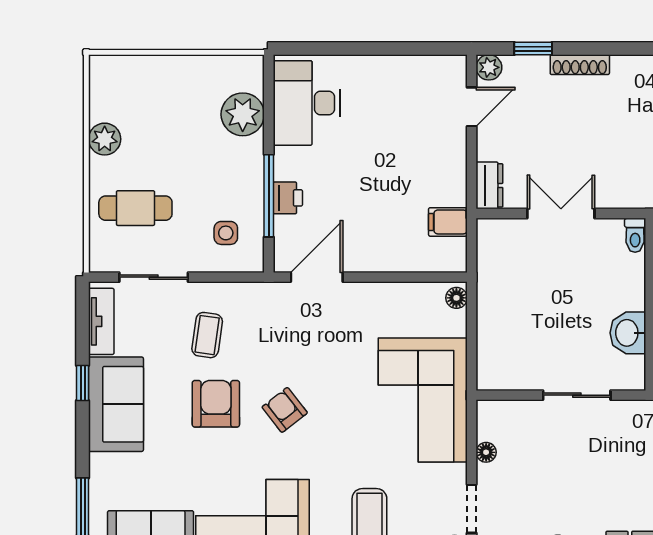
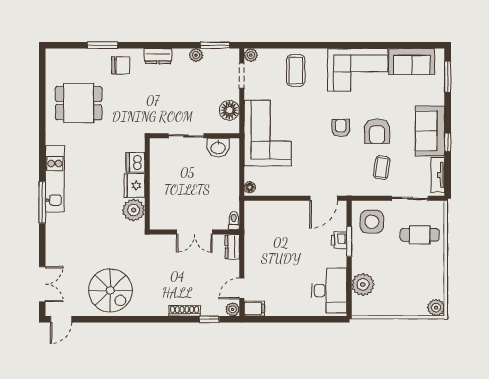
plant: (105, 139) -> (436, 308), moved
window: (269, 196) -> (349, 241), width x0.69
filing cabinet: (448, 222) -> (254, 308), moved
side table: (226, 233) -> (372, 222), width x1.87, depth x1.87
toilet: (635, 235) -> (234, 220), moved
washbasin: (628, 333) -> (218, 148), moved, turned 90
armchair: (285, 410) -> (341, 128), turned -142
floor lamp: (486, 452) -> (229, 110), width x1.89, depth x1.89

